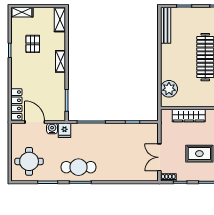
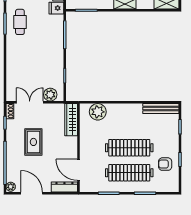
wardrobe: (189, 116) -> (71, 120), moved
plant: (152, 137) -> (50, 95), added
cafe table: (79, 167) -> (20, 22), width x0.73, depth x0.74

